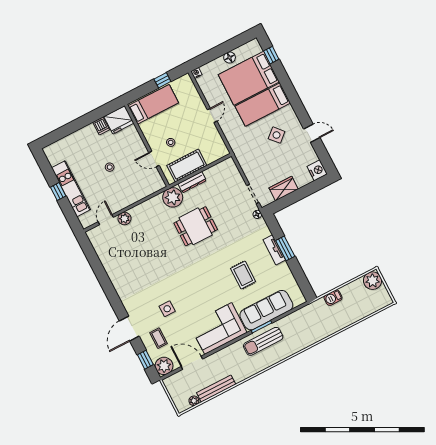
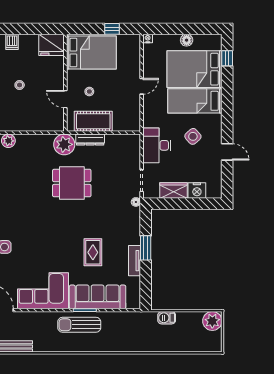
bed: (153, 104) -> (91, 53), width x1.50
dishwasher: (101, 126) -> (12, 42), moved
desk: (250, 158) -> (157, 145), added
nightstand: (317, 170) -> (197, 191), moved, turned 90
tv unit: (274, 250) -> (135, 261), moved

